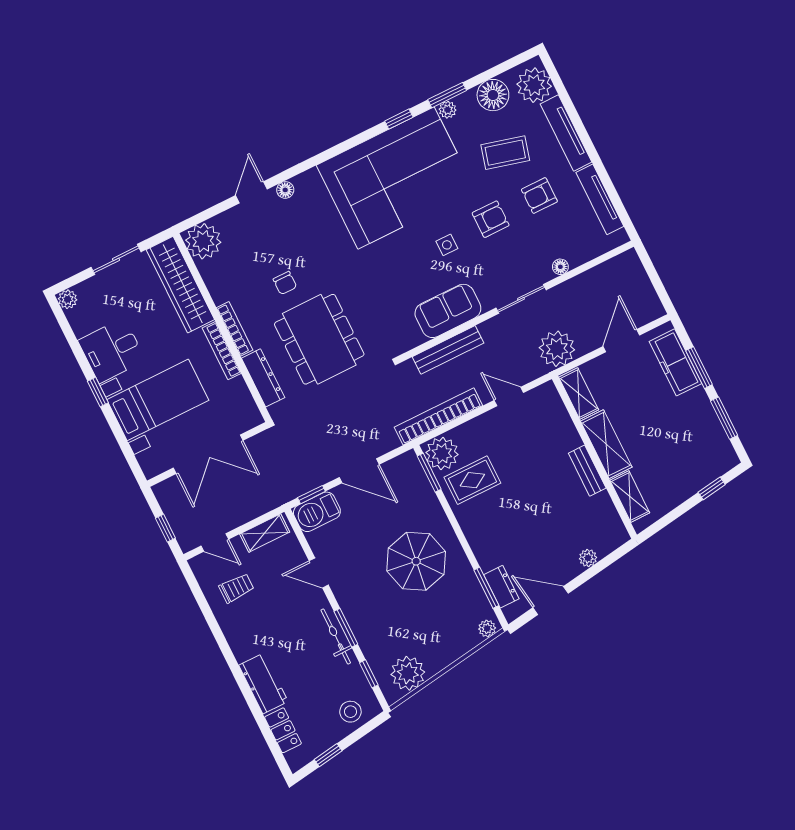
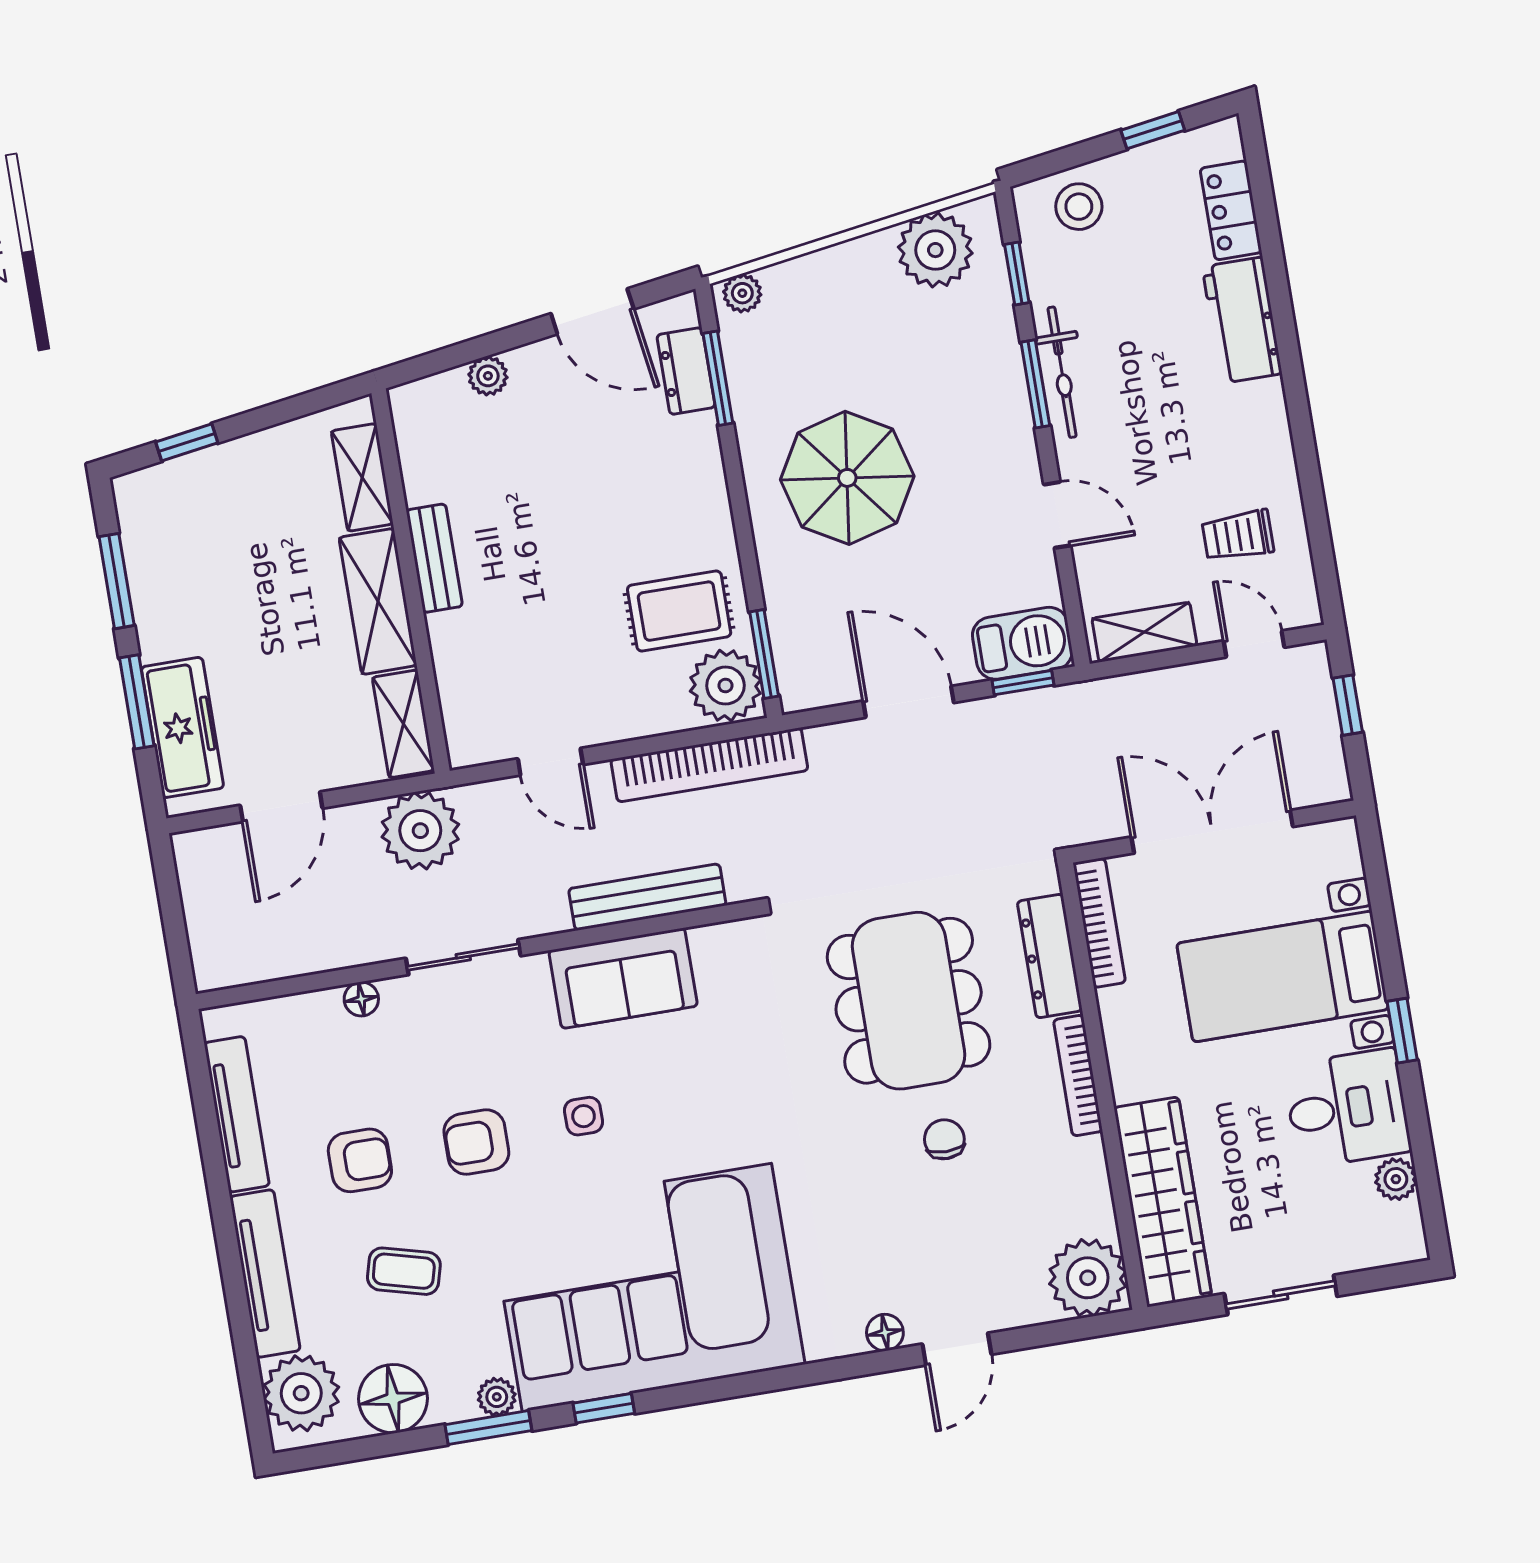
coffee table: (505, 153) -> (404, 1271), width x0.73, depth x0.77
plant: (68, 299) -> (1396, 1179), moved
bookcase: (222, 351) -> (1099, 923), moved

